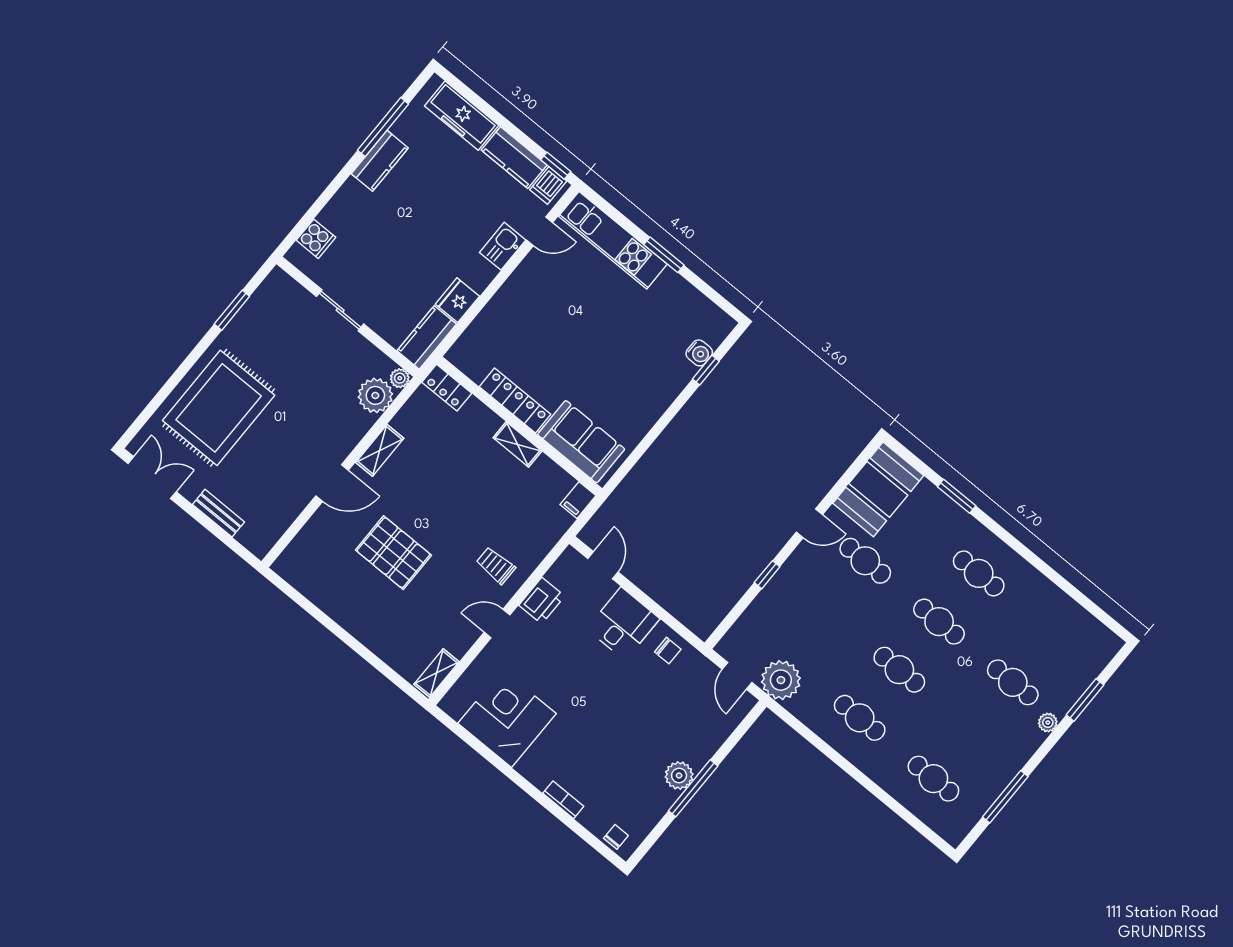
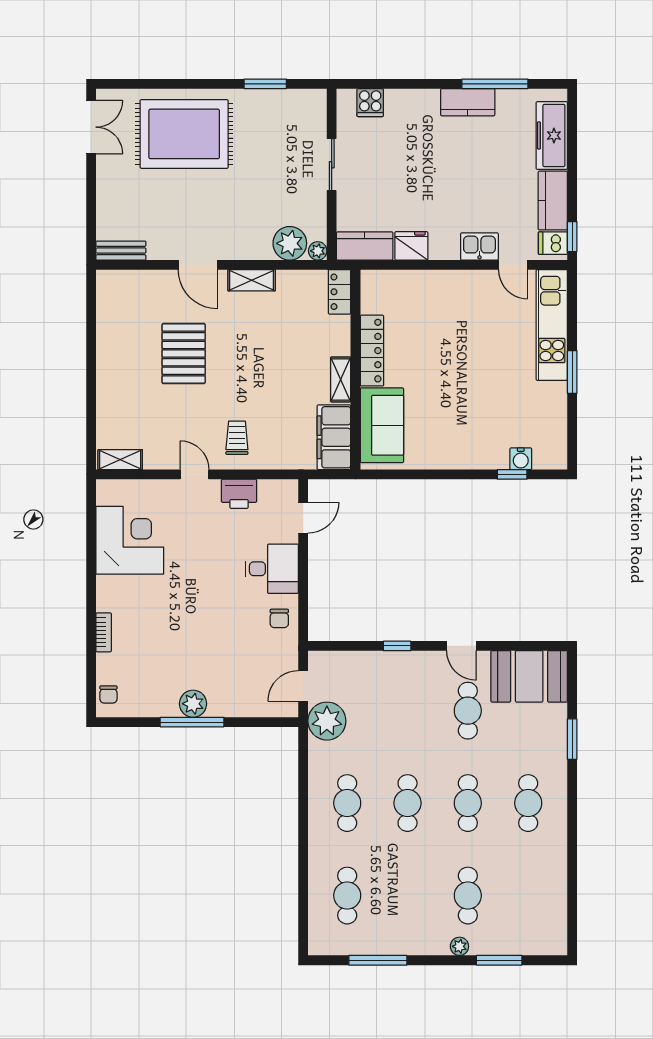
filing cabinet: (578, 500) -> (334, 437), width x3.00, depth x1.17
bench: (219, 513) -> (121, 251), moved, turned 90
chair: (616, 837) -> (108, 694), turned 90

